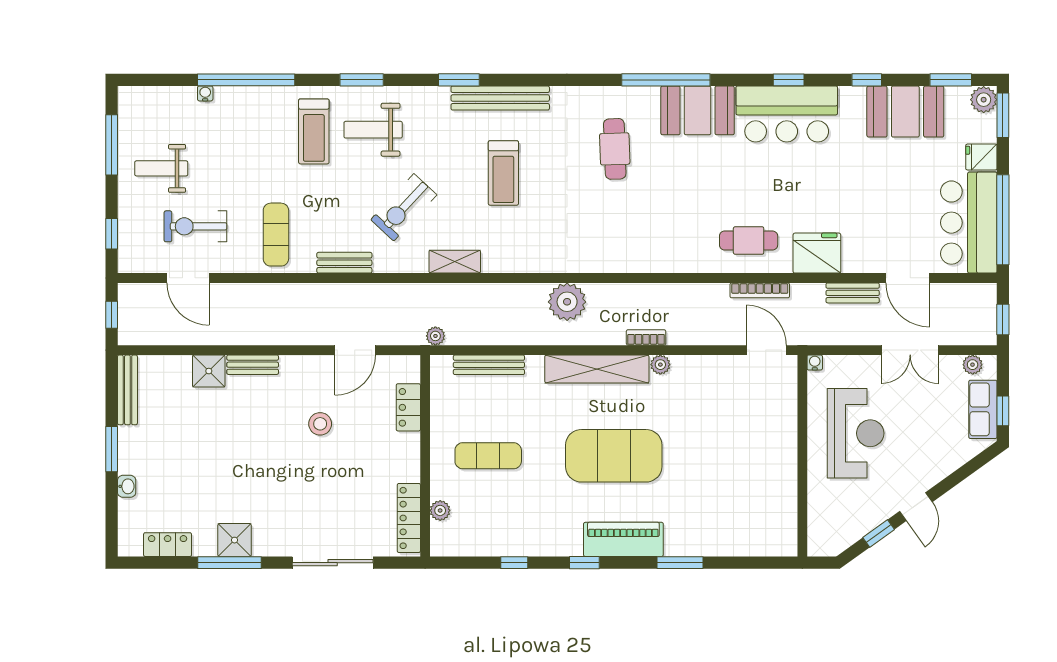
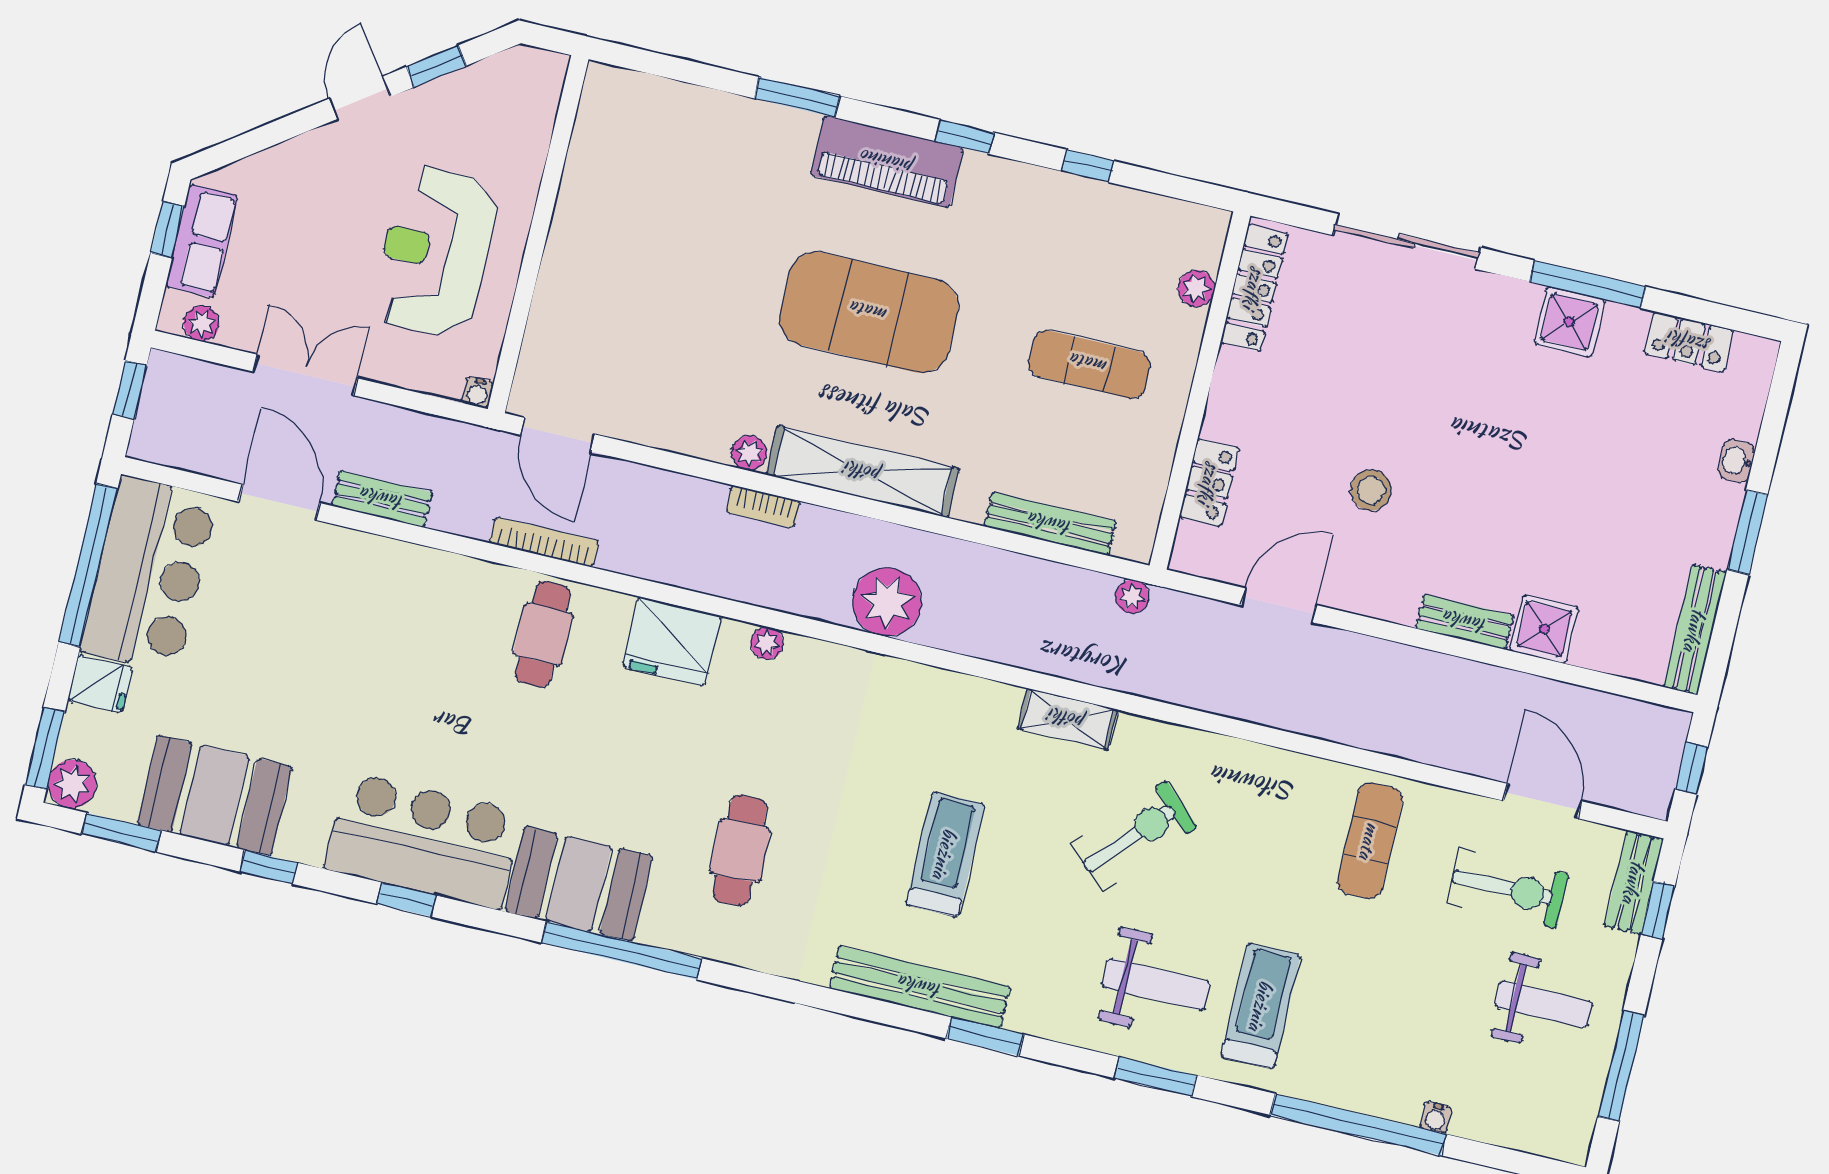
cafe table: (749, 241) -> (543, 634), turned 90
fridge: (817, 253) -> (672, 641), moved
bench: (344, 263) -> (1634, 882), moved, turned 90
plant: (627, 264) -> (767, 643), added

